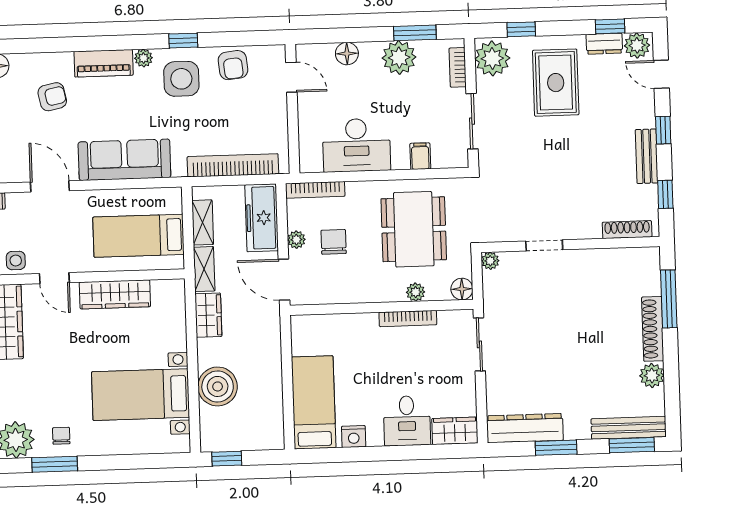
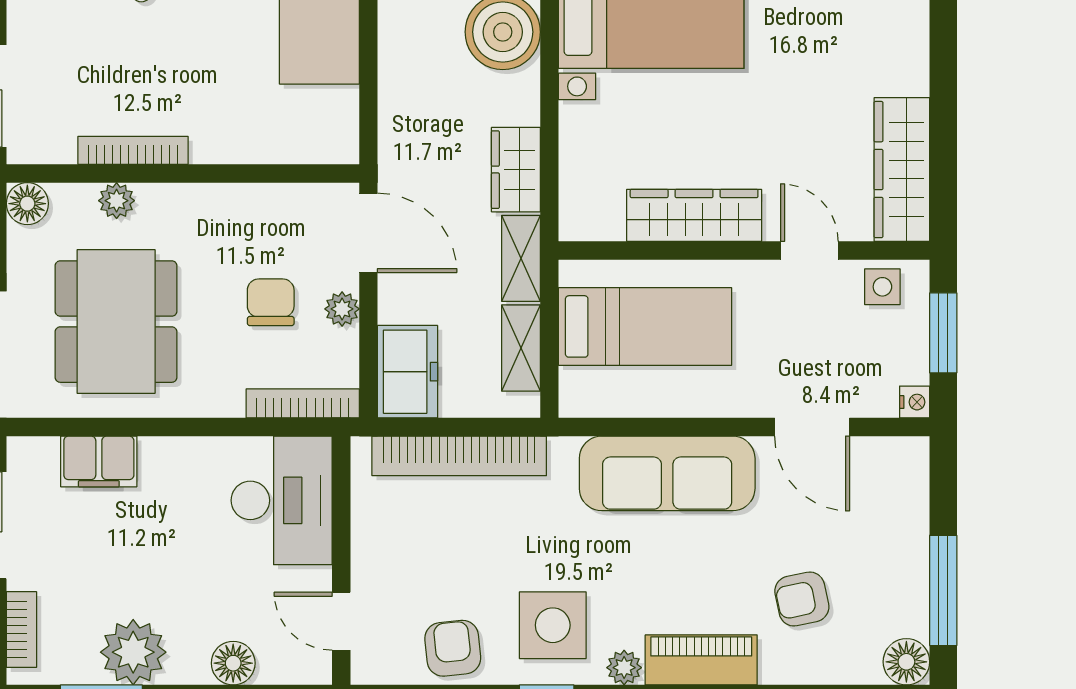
desk: (356, 145) -> (282, 500), moved, turned 90
filing cabinet: (420, 156) -> (99, 461), width x2.00
freezer: (262, 218) -> (408, 372), width x0.71
chair: (334, 242) -> (271, 302), turned 180

